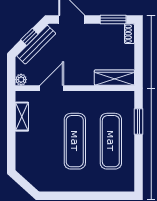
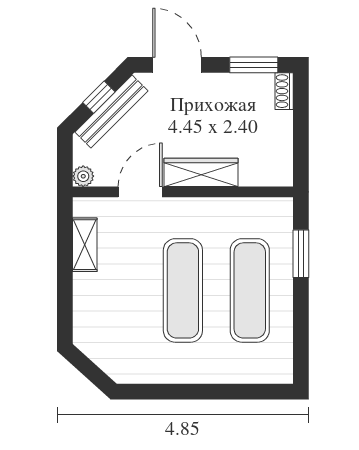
wardrobe: (114, 78) -> (201, 172), moved

